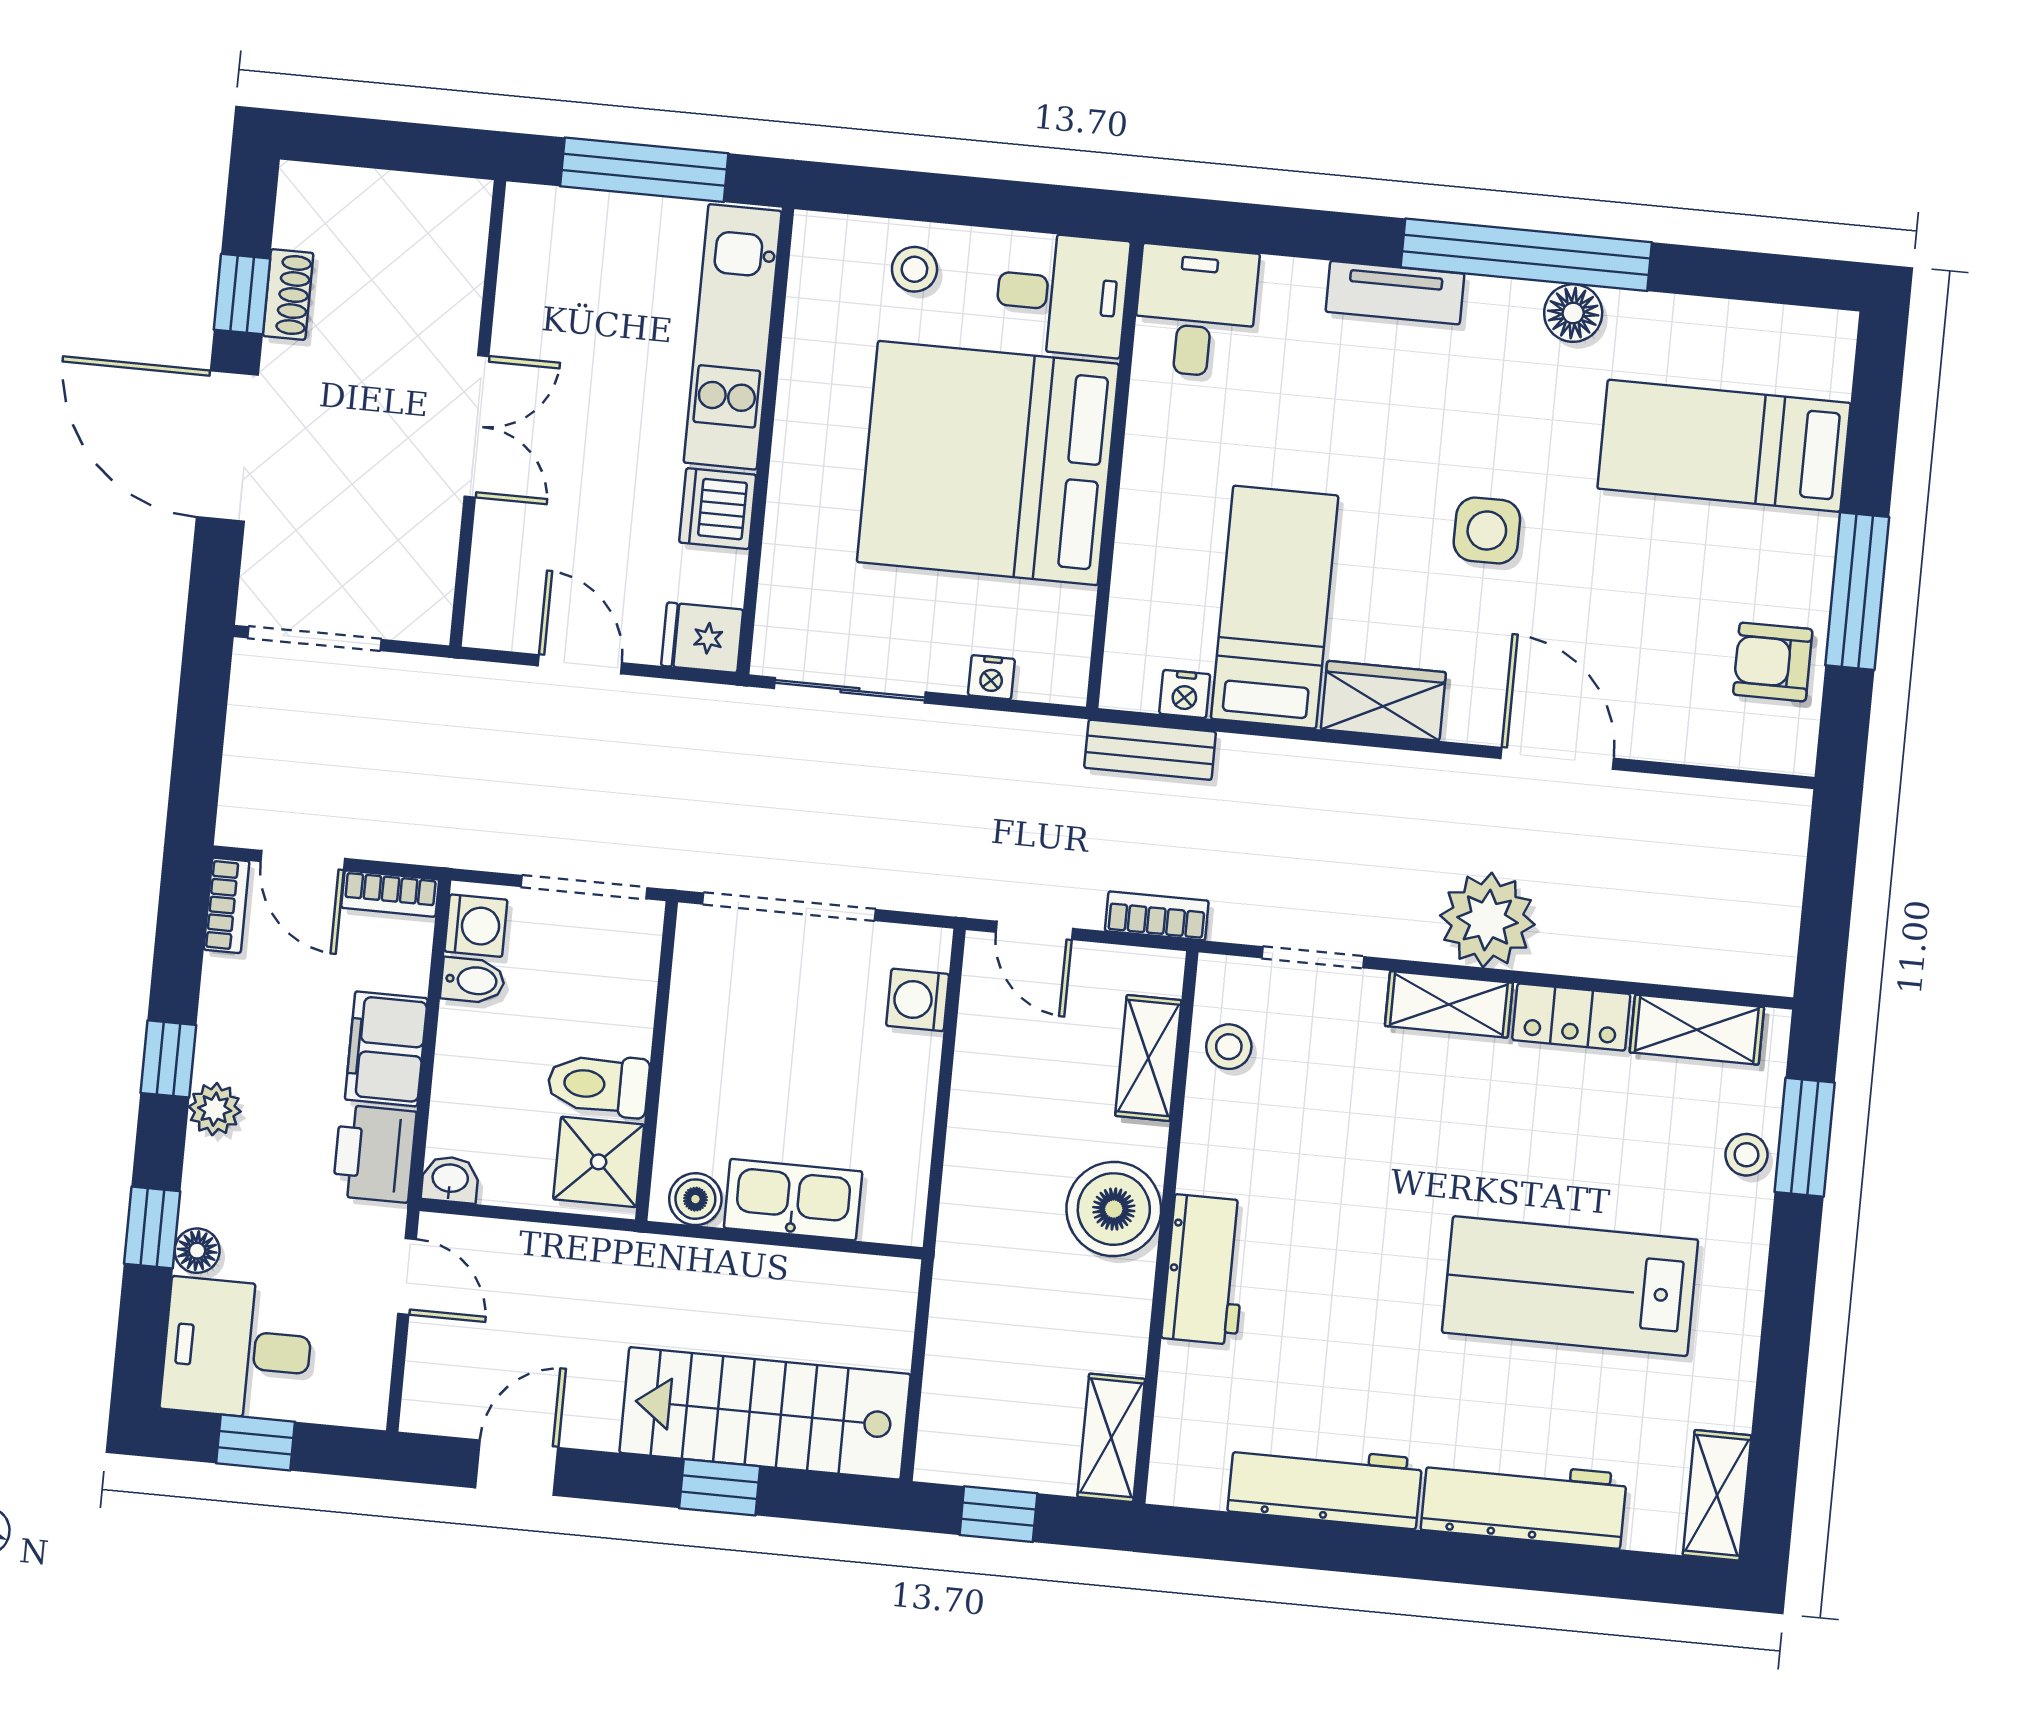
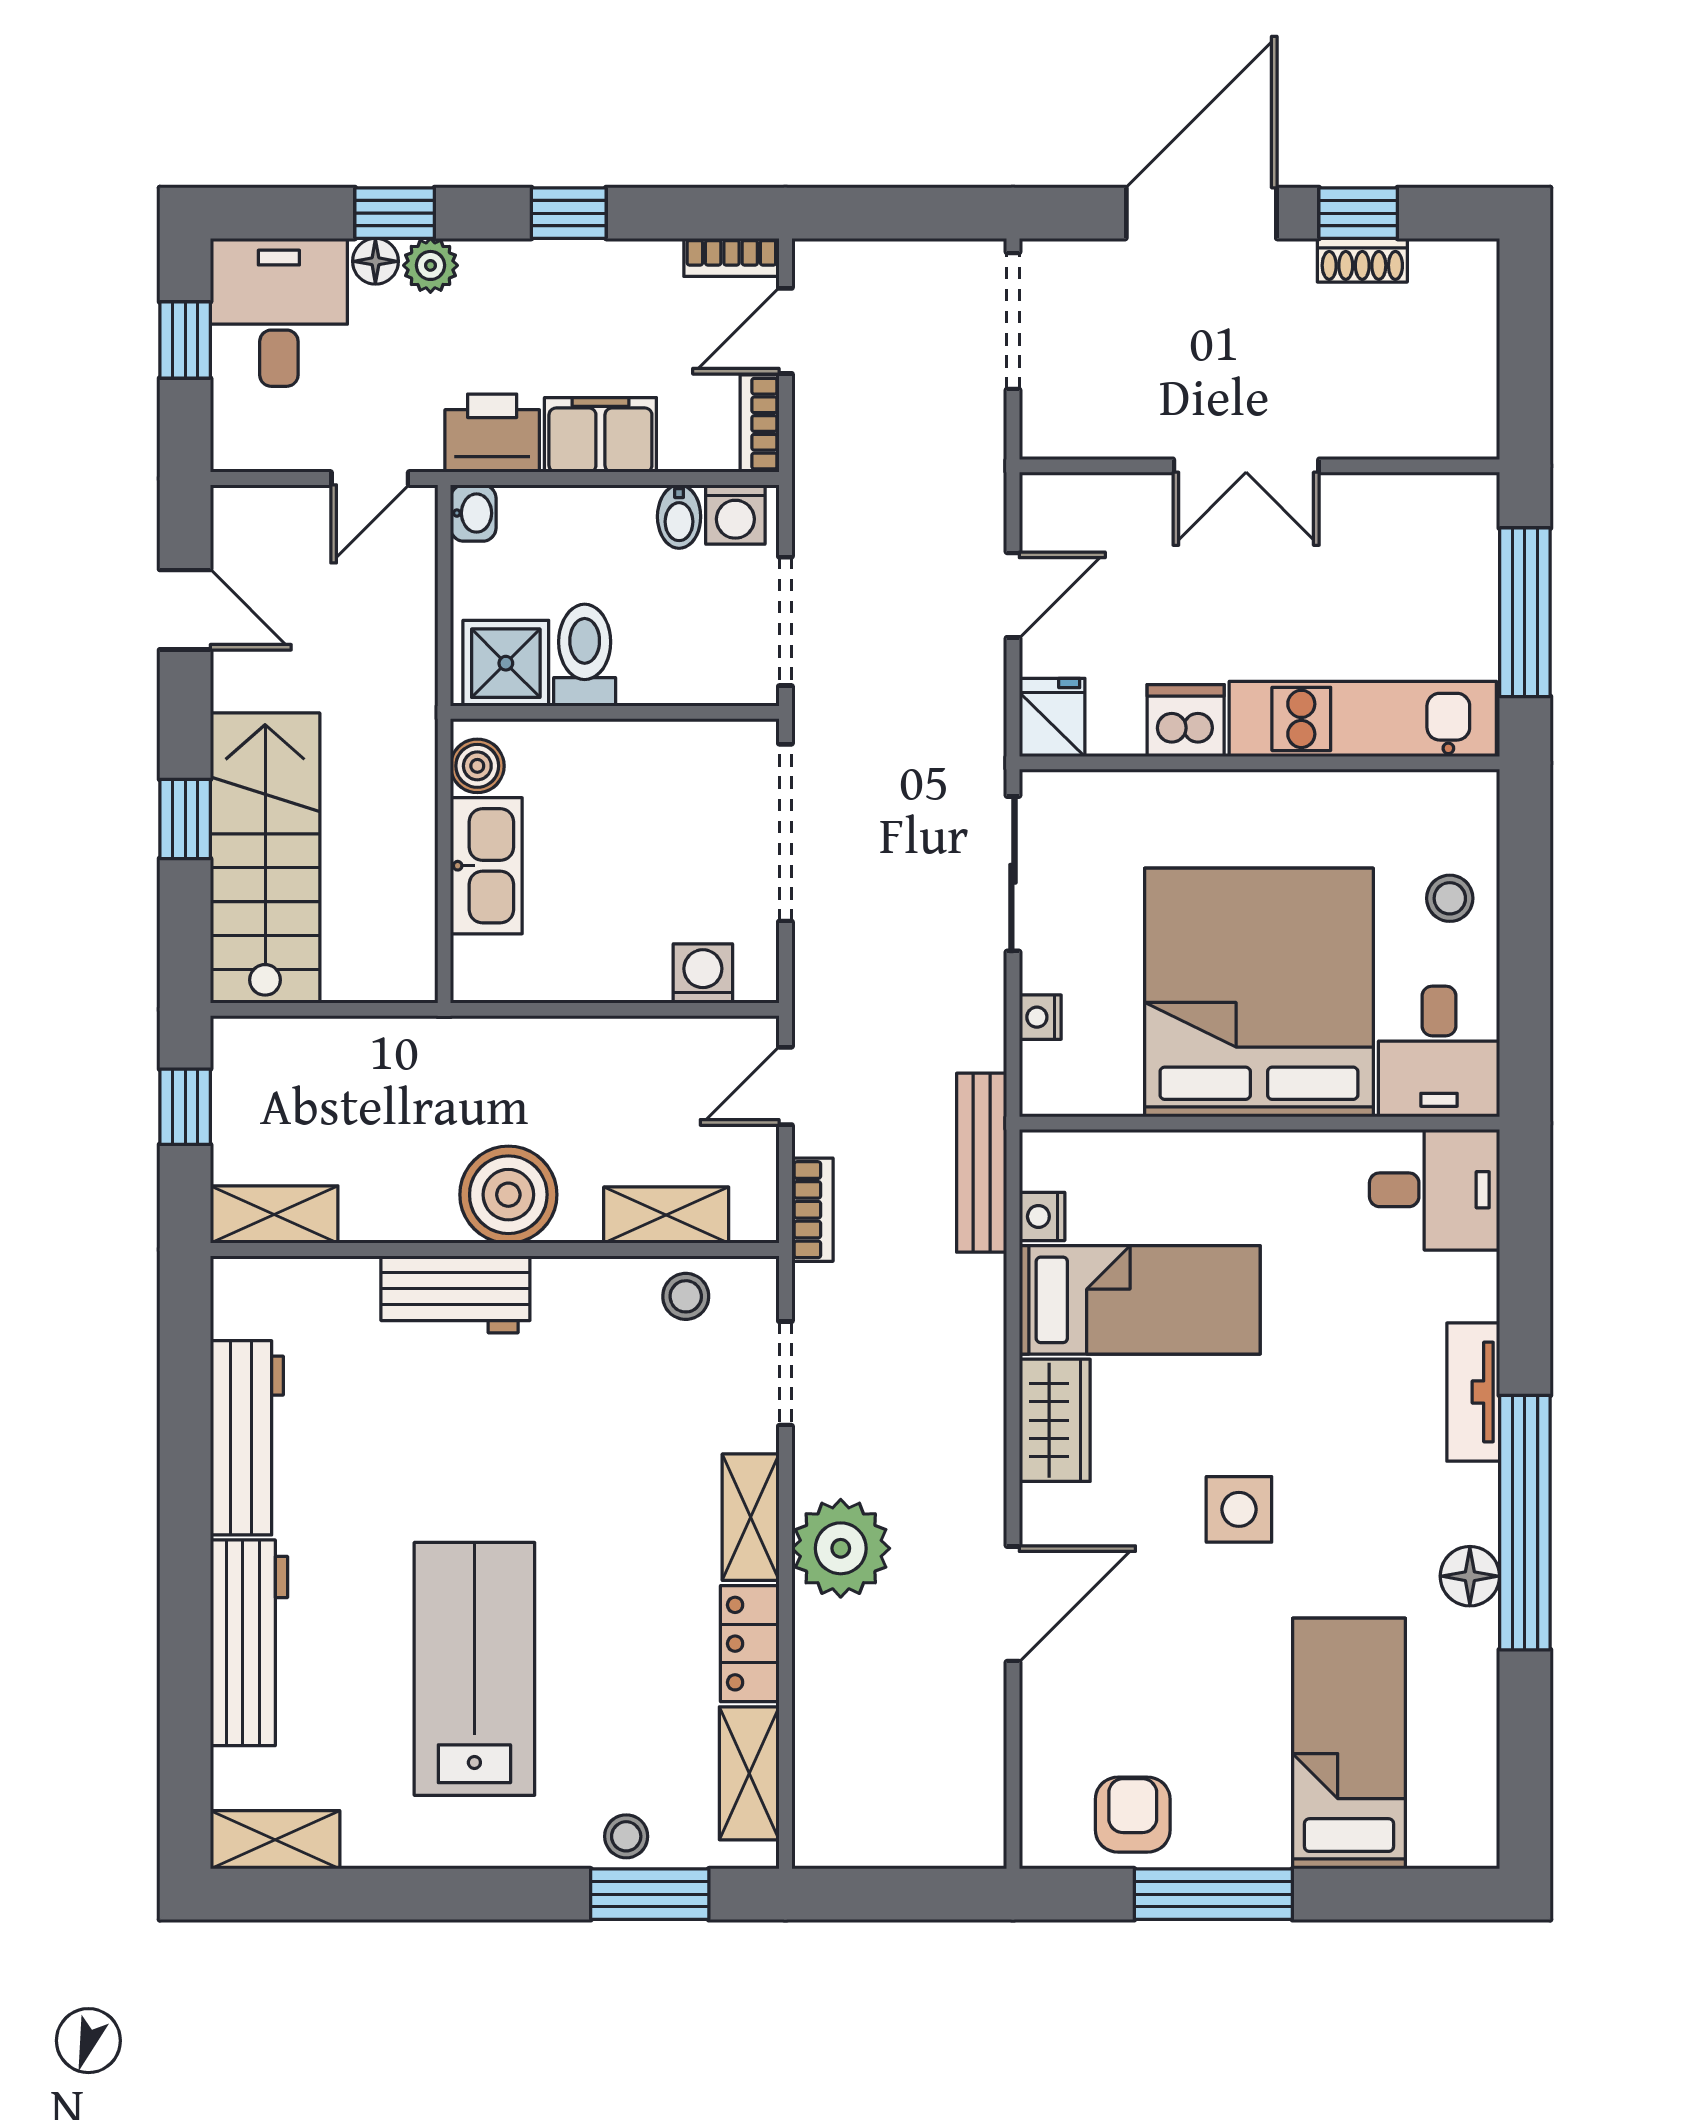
bench: (1150, 750) -> (982, 1163), width x1.36
plant: (215, 1109) -> (430, 265), moved

